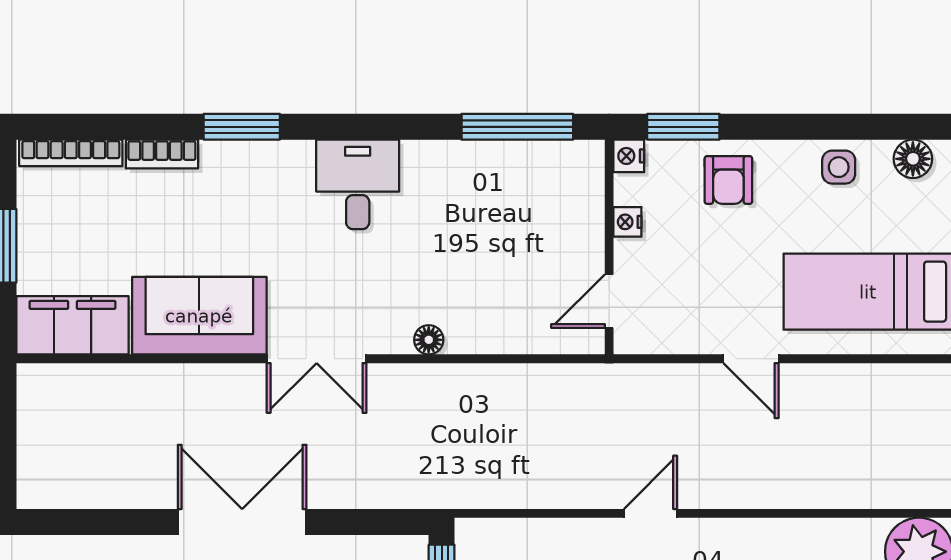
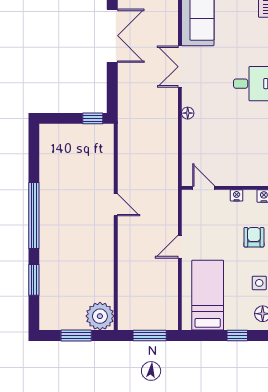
armchair: (728, 180) -> (254, 237), turned 90

